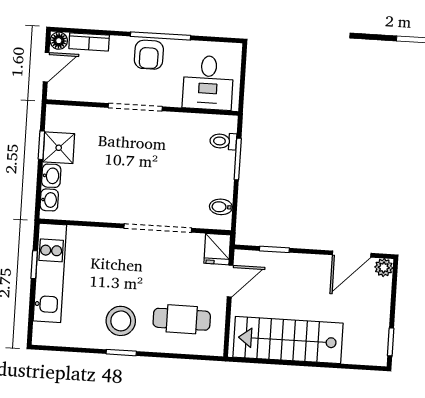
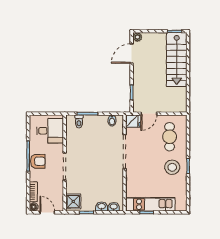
shower: (59, 148) -> (73, 201), moved
door: (352, 254) -> (132, 54), swing flipped
door: (230, 281) -> (149, 114), swing flipped
stairs: (288, 340) -> (177, 60), moved

